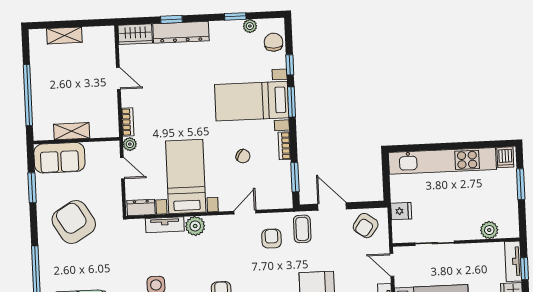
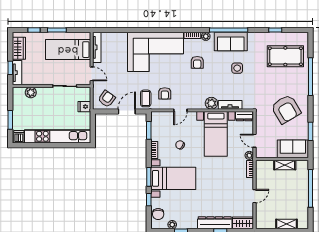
door: (118, 78) -> (255, 196), swing flipped
door: (332, 207) -> (127, 111), swing flipped

